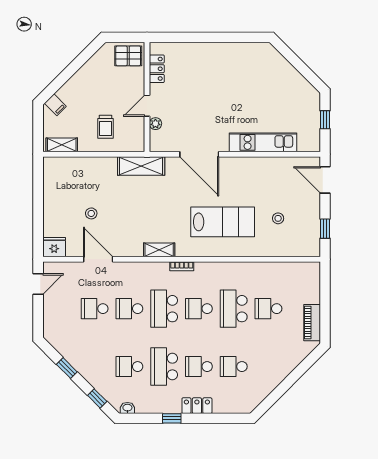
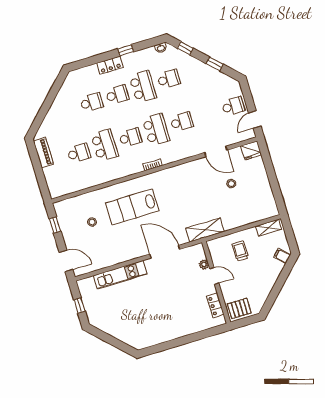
door: (147, 106) -> (214, 276), hinge flipped
shelving: (159, 250) -> (173, 172), removed
school desk: (95, 309) -> (233, 106), moved

